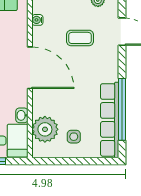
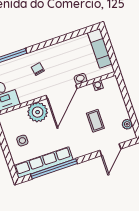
washbasin: (22, 115) -> (80, 79), moved
plant: (45, 129) -> (38, 112), moved

